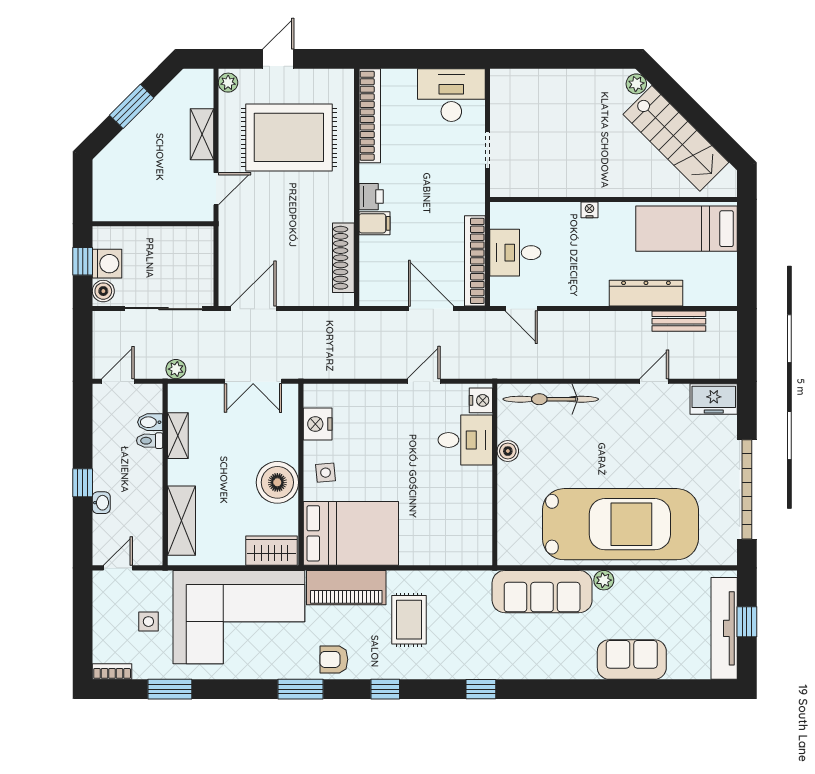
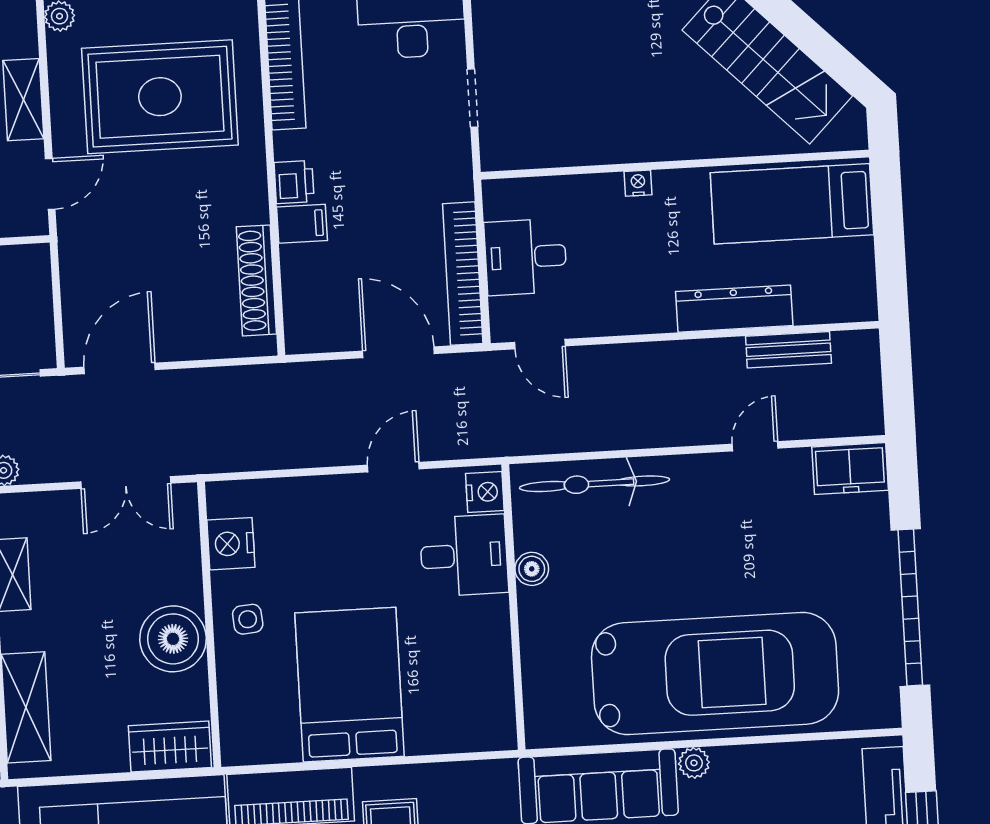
bed: (351, 533) -> (349, 685), moved, turned -90

